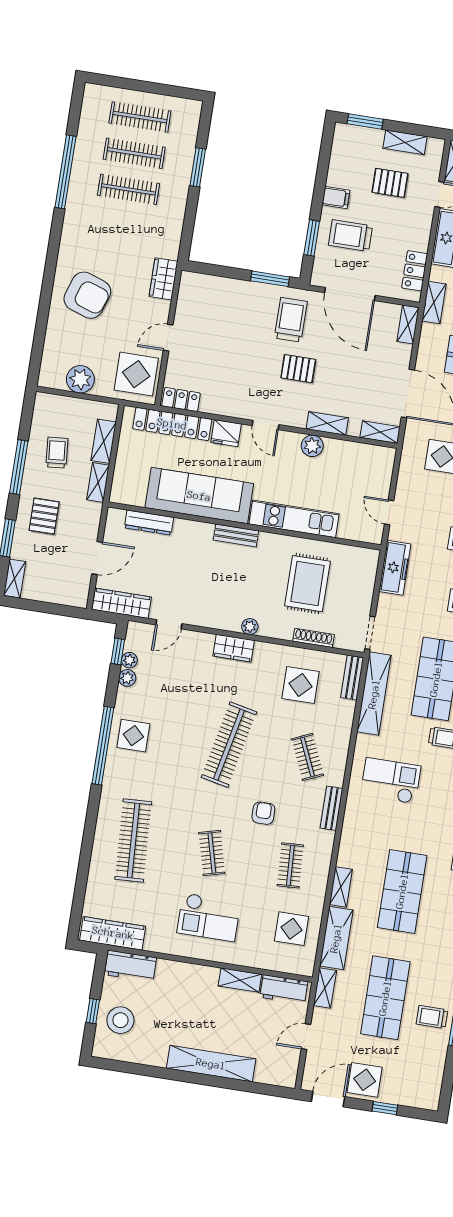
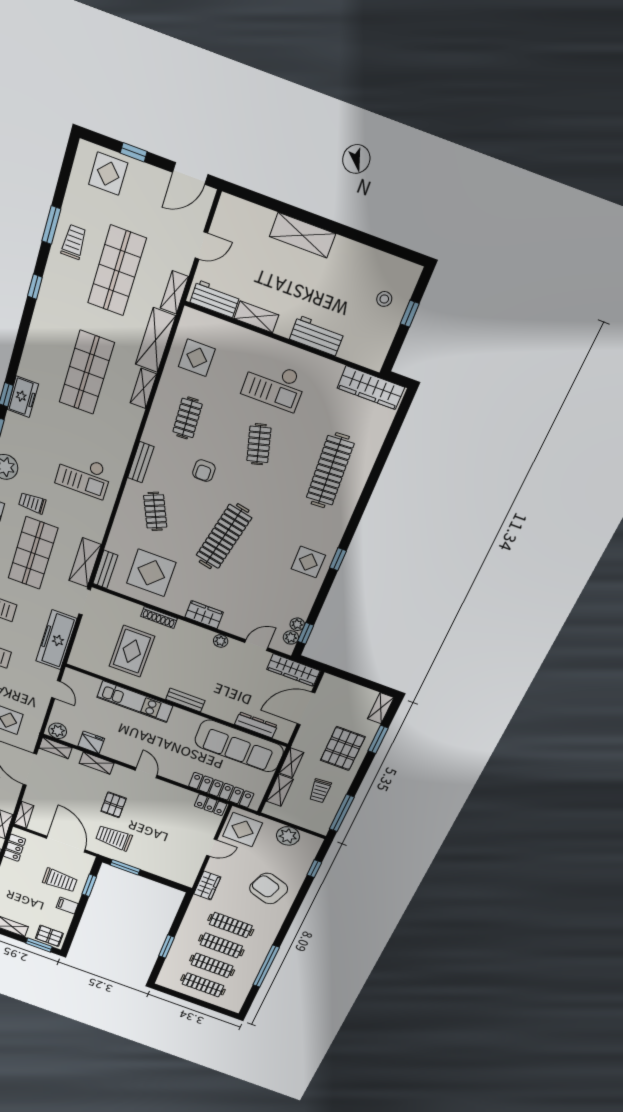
pallet: (390, 183) -> (49, 936), moved
clothes rail: (123, 226) -> (231, 925), added
trolley: (291, 320) -> (114, 838), turned 90
window: (39, 340) -> (314, 869), added
pallet: (298, 369) -> (113, 805), turned 90
fridge: (226, 433) -> (91, 742), moved
plant: (312, 446) -> (58, 731), moved
window: (19, 467) -> (342, 813), moved
sofa: (199, 496) -> (239, 746), moved
pallet: (44, 516) -> (343, 749), width x1.50, depth x1.42
door: (97, 558) -> (306, 708), width x1.36
freezer: (395, 568) -> (56, 640), width x1.36, depth x1.26
plant: (250, 626) -> (221, 641), moved
shoe rack: (313, 638) -> (159, 617), moved
plant: (127, 678) -> (291, 637), moved
display table: (301, 685) -> (151, 573), width x1.36, depth x1.36
shelving: (374, 694) -> (85, 562), width x0.68
window: (103, 746) -> (338, 559), width x0.32
checkout: (209, 917) -> (274, 385), turned 180
workbench: (130, 966) -> (317, 336), moved
trolley: (432, 1017) -> (74, 242), turned -90
stool: (120, 1020) -> (384, 299), width x0.53, depth x0.53
shelving: (211, 1064) -> (303, 235), width x0.68
display table: (365, 1080) -> (108, 174), moved

